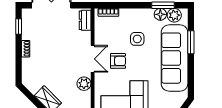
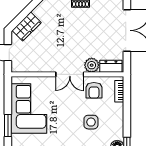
armchair: (118, 61) -> (94, 90), moved
plant: (84, 84) -> (92, 65), moved

